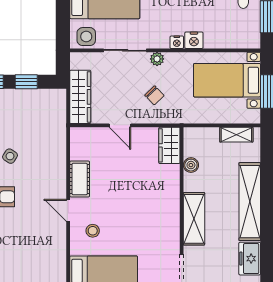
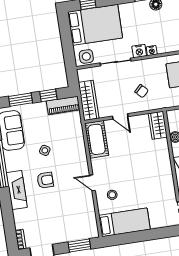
nightstand: (194, 40) -> (139, 51), moved
plant: (157, 59) -> (139, 65), removed
piano: (44, 99) -> (63, 105), added
cot: (80, 179) -> (97, 139), moved, width x1.37, depth x1.34

